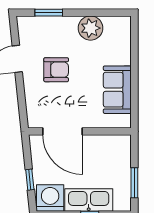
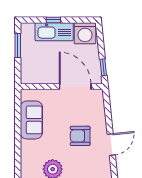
window: (30, 180) -> (103, 67), moved

